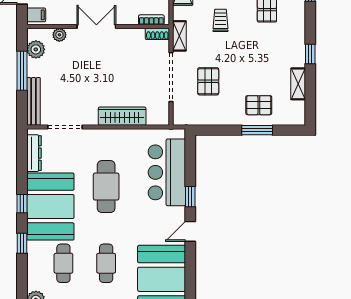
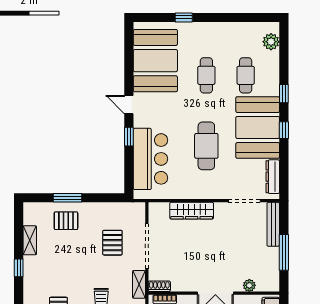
plant: (36, 49) -> (271, 272), removed
door: (190, 231) -> (129, 105), swing flipped

